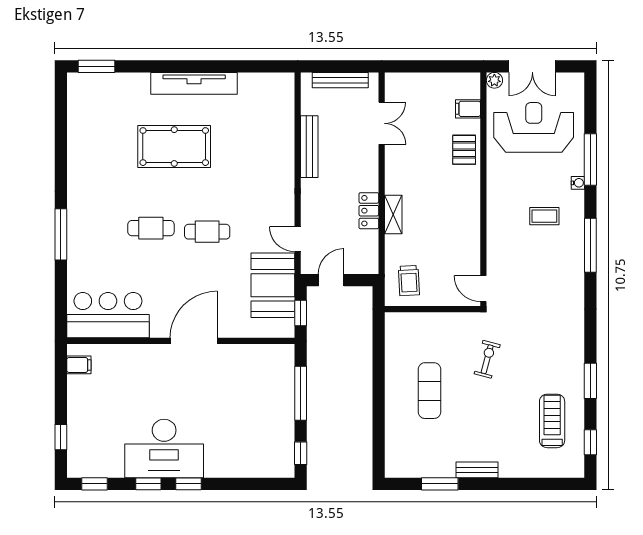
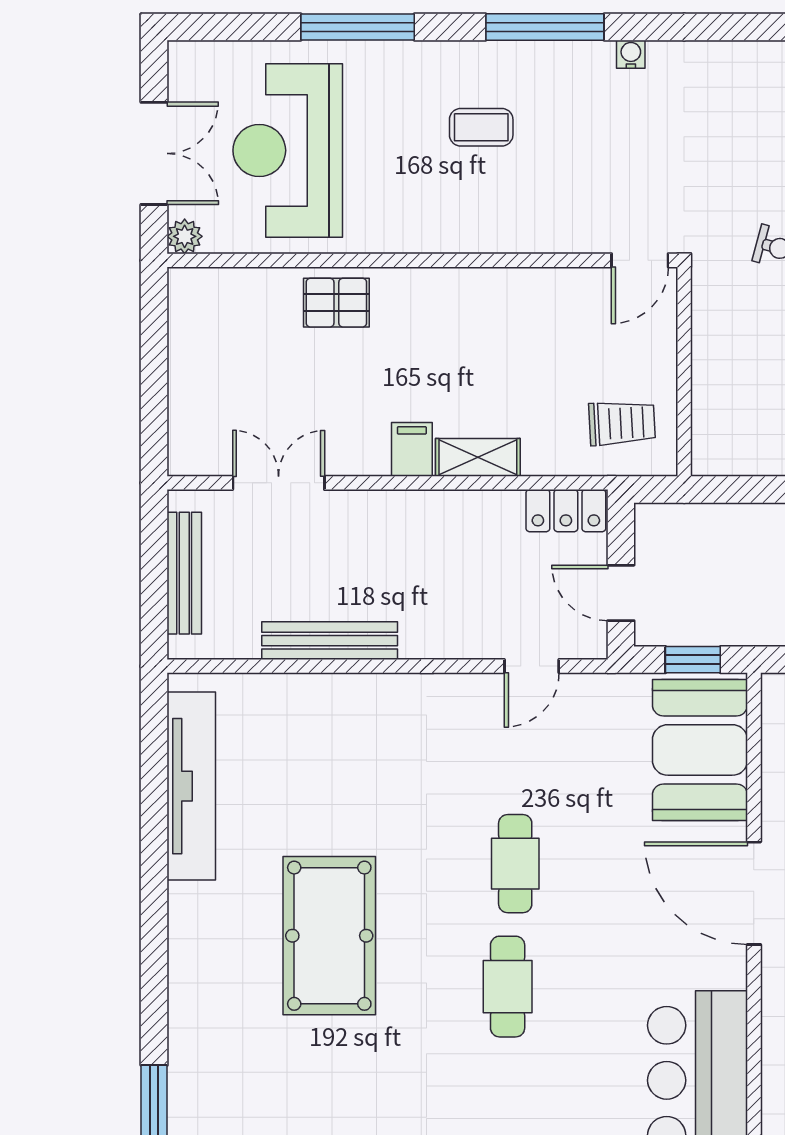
tv unit: (194, 83) -> (191, 786), moved
filing cabinet: (468, 109) -> (412, 449), moved, turned 180
water cooler: (578, 183) -> (631, 54), moved
locker: (369, 211) -> (566, 511), moved
coffee table: (544, 216) -> (481, 127), turned 90
booth: (273, 285) -> (700, 750), moved, turned 90

